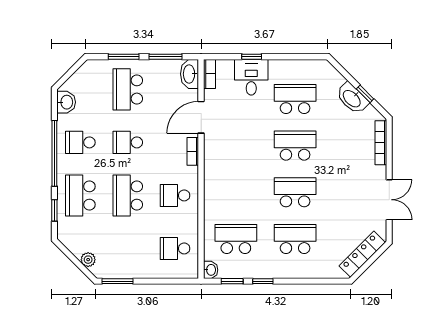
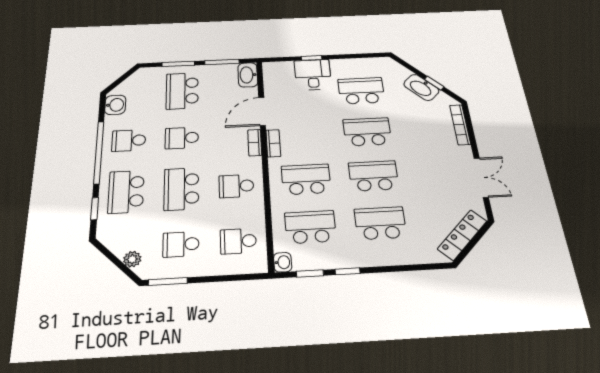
bookcase: (209, 74) -> (273, 143), moved
school desk: (236, 192) -> (306, 179), added
school desk: (128, 248) -> (181, 244), added

